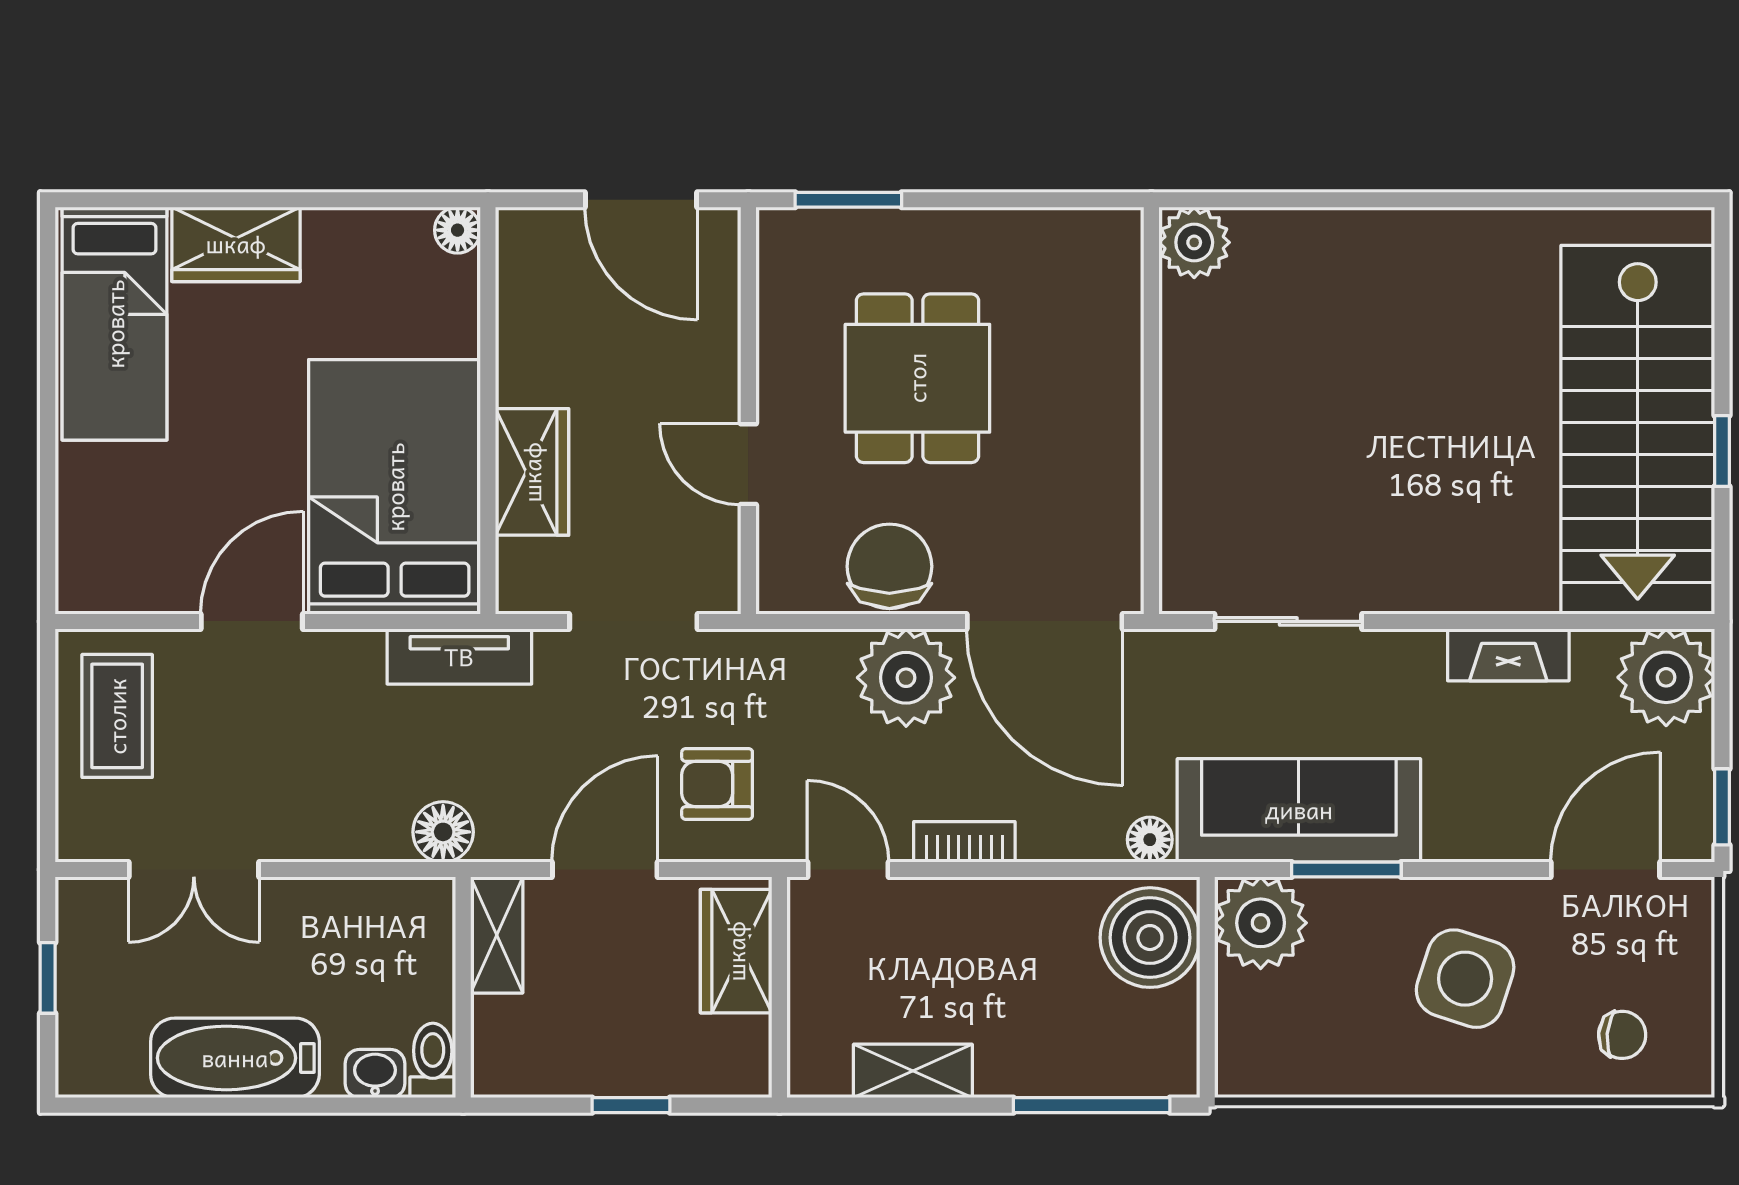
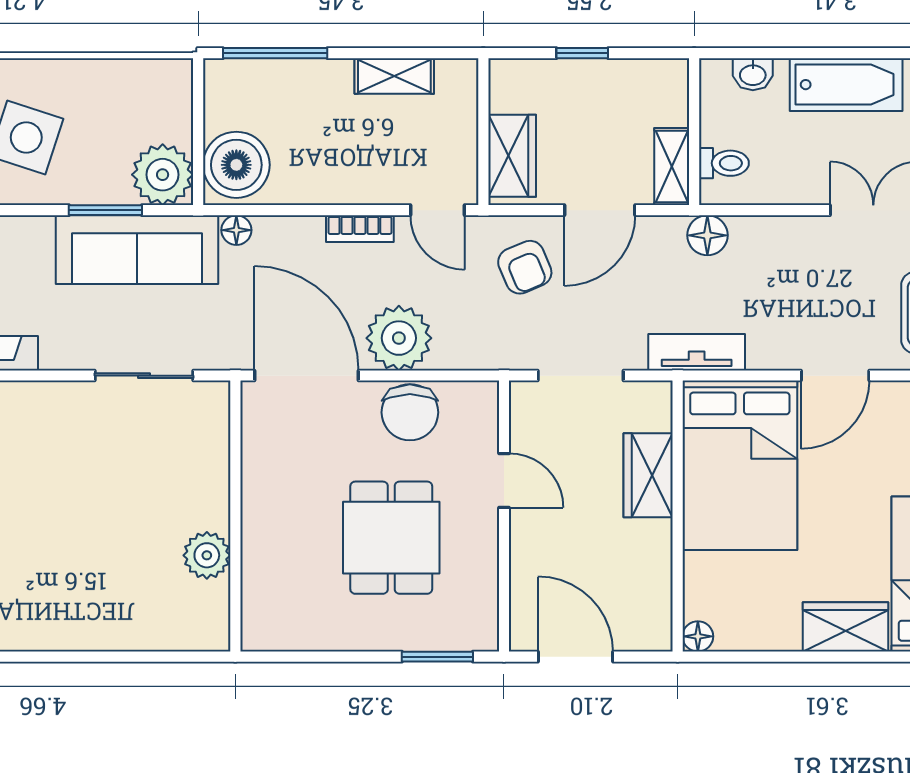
plant: (1194, 242) -> (207, 555), moved
armchair: (717, 784) -> (525, 267), turned 67
toilet: (433, 1060) -> (724, 163), moved, turned -90

